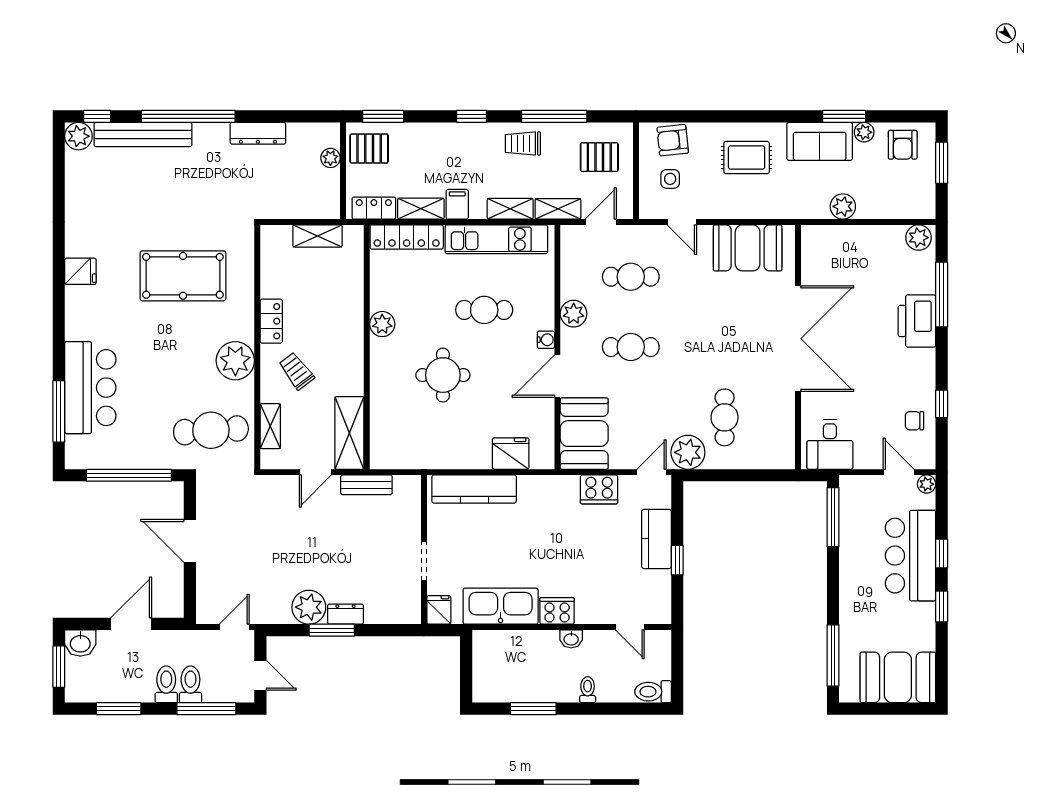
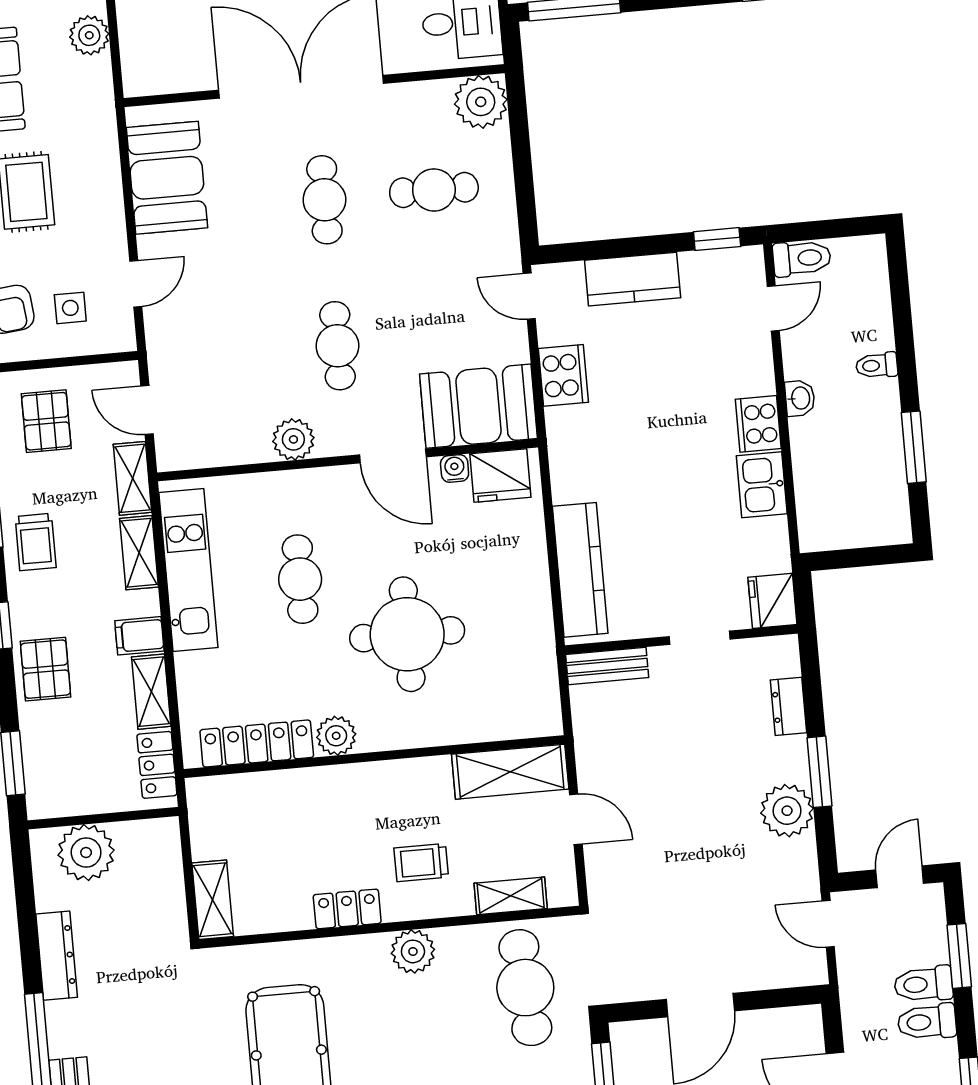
pallet: (369, 149) -> (46, 669), moved
plant: (330, 158) -> (86, 853), width x1.88, depth x1.88
shelving: (317, 236) -> (213, 900), moved
locker: (407, 237) -> (257, 744), moved, turned -90
cafe table: (631, 277) -> (324, 200), moved
water cooler: (546, 340) -> (455, 468), moved
plant: (235, 361) -> (413, 951), width x0.73, depth x0.73
trolley: (297, 371) -> (421, 863), turned 37
round table: (443, 375) -> (407, 634), width x1.36, depth x1.36
plant: (688, 452) -> (481, 102), moved
fridge: (511, 454) -> (500, 475), moved, turned -90
bench: (366, 485) -> (607, 666), moved, turned 90
window: (677, 560) -> (717, 239), moved
kitchen sink: (501, 606) -> (762, 485), width x0.53, depth x0.81
fridge: (439, 610) -> (772, 601), width x1.38
dresser: (346, 614) -> (788, 706), moved
toilet: (653, 692) -> (802, 258), moved, turned -90
window: (206, 709) -> (959, 956), width x0.69

